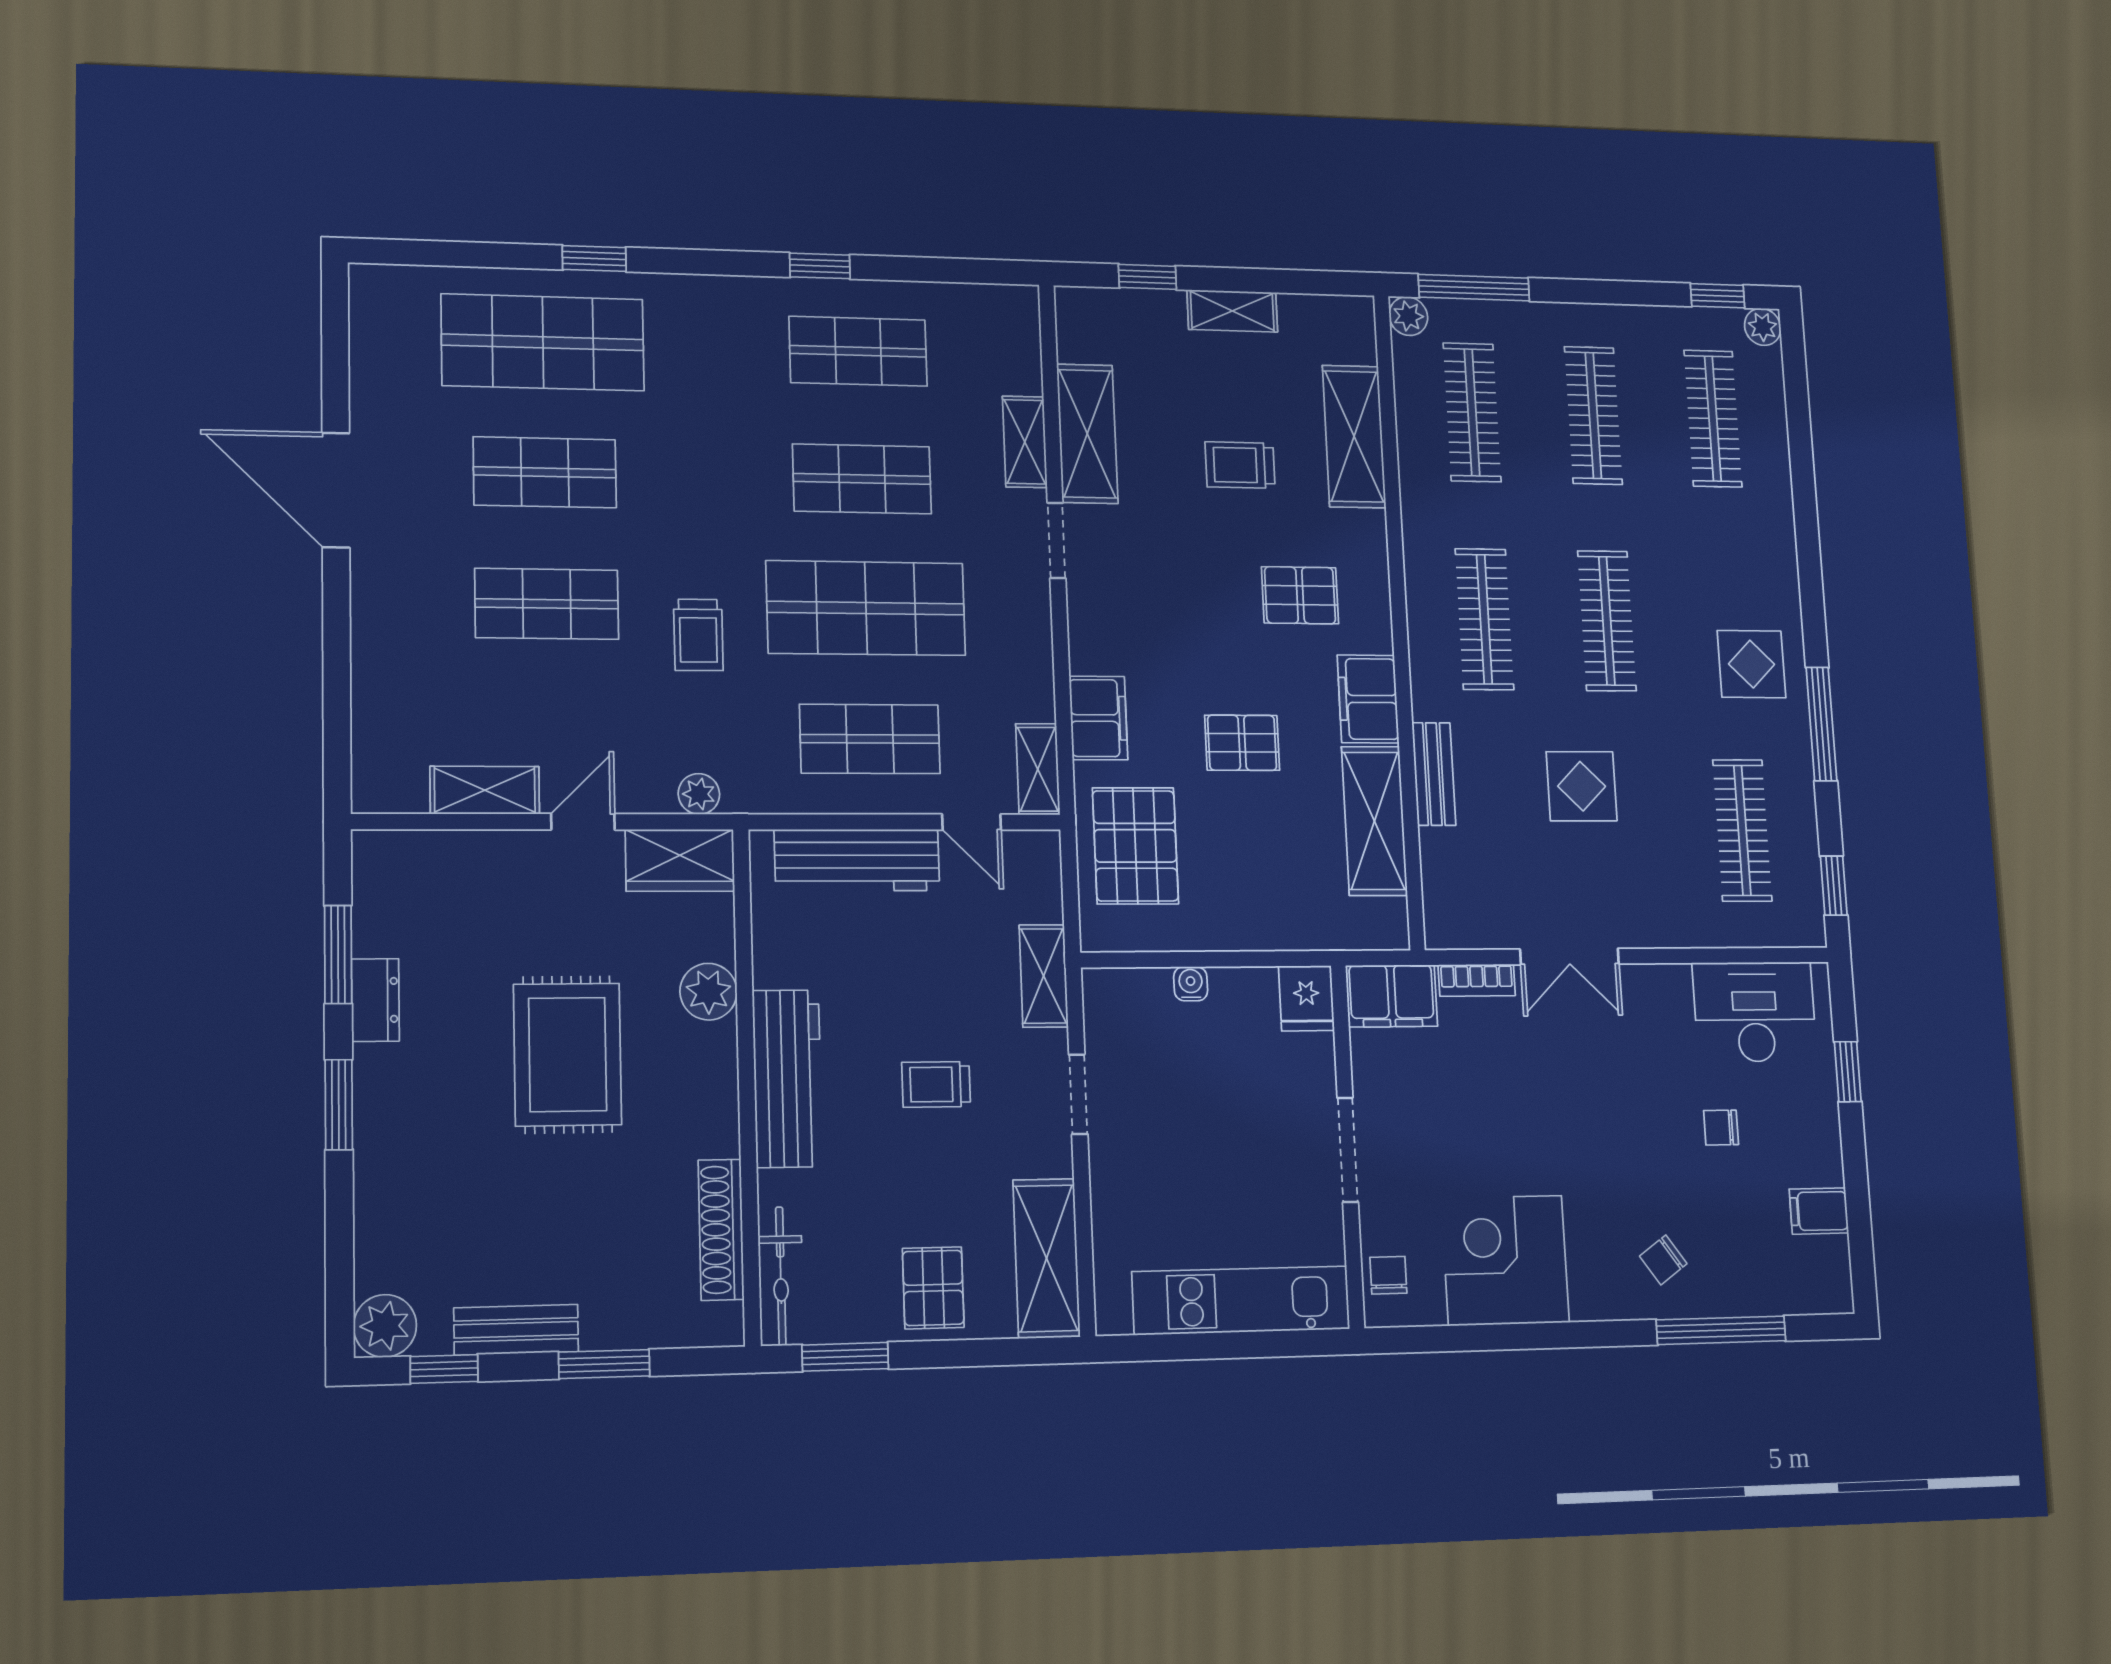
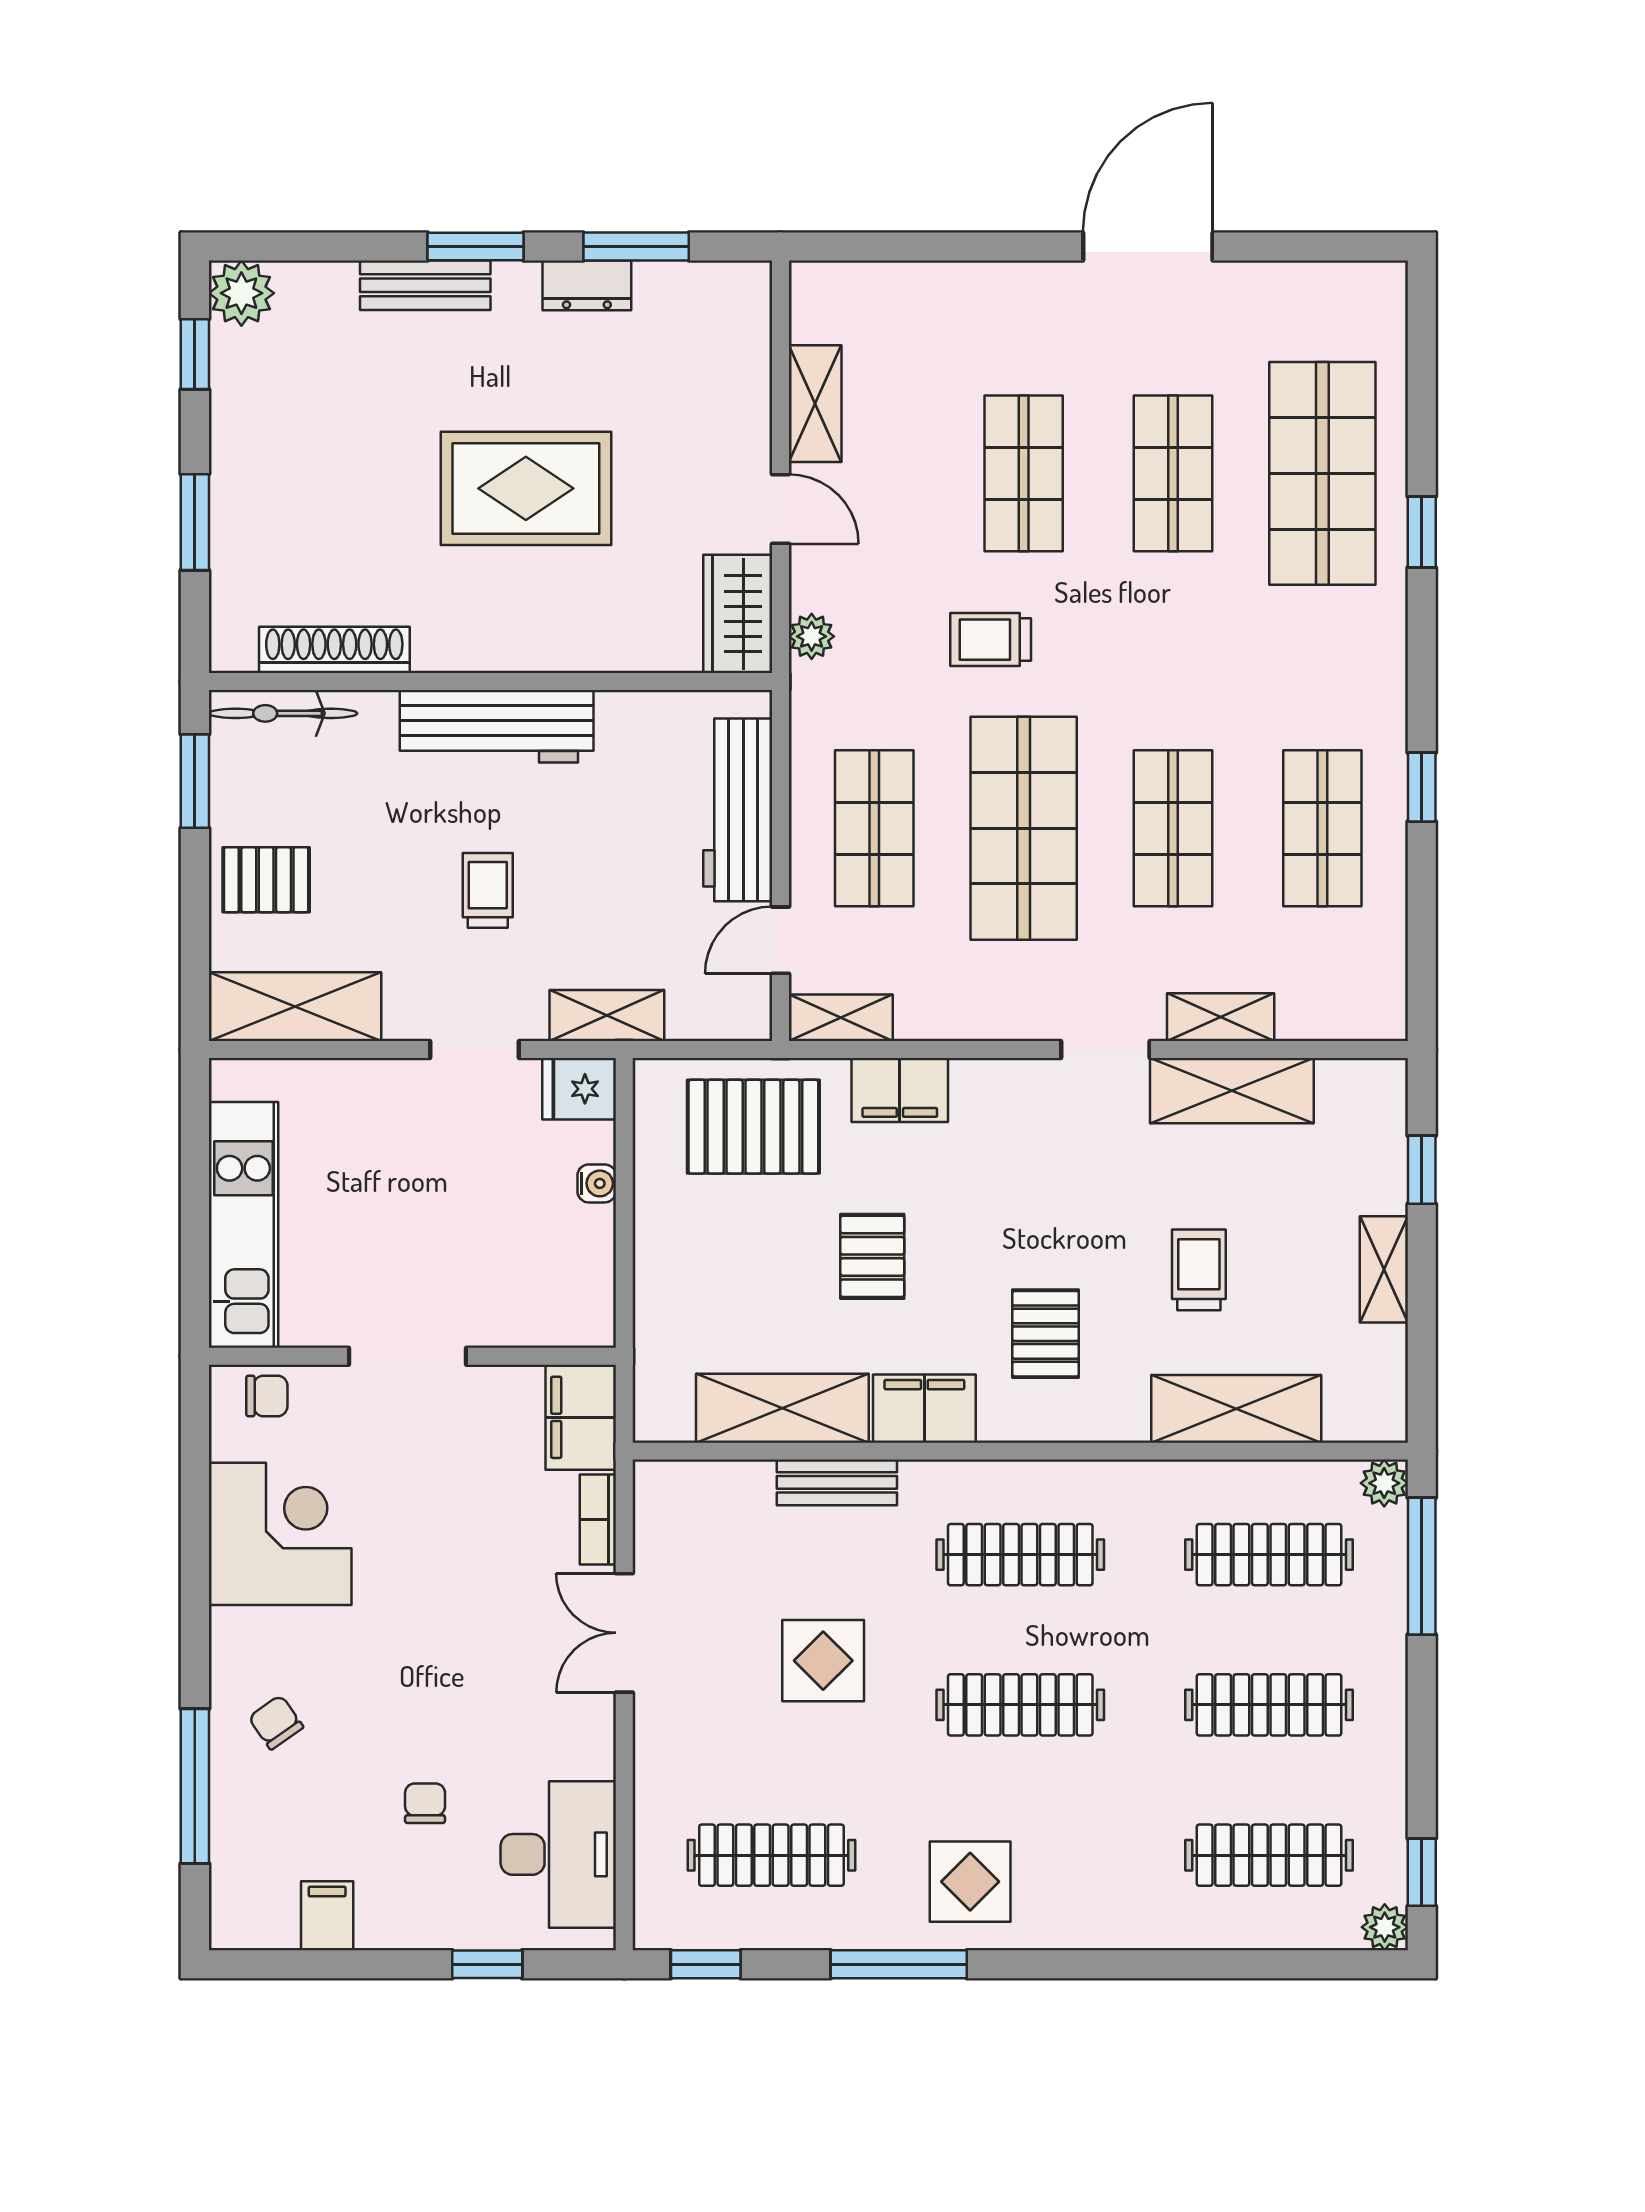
plant: (708, 992) -> (593, 642), removed
fridge: (1306, 998) -> (579, 1089), moved
bench: (516, 1330) -> (425, 285), moved, turned 90

